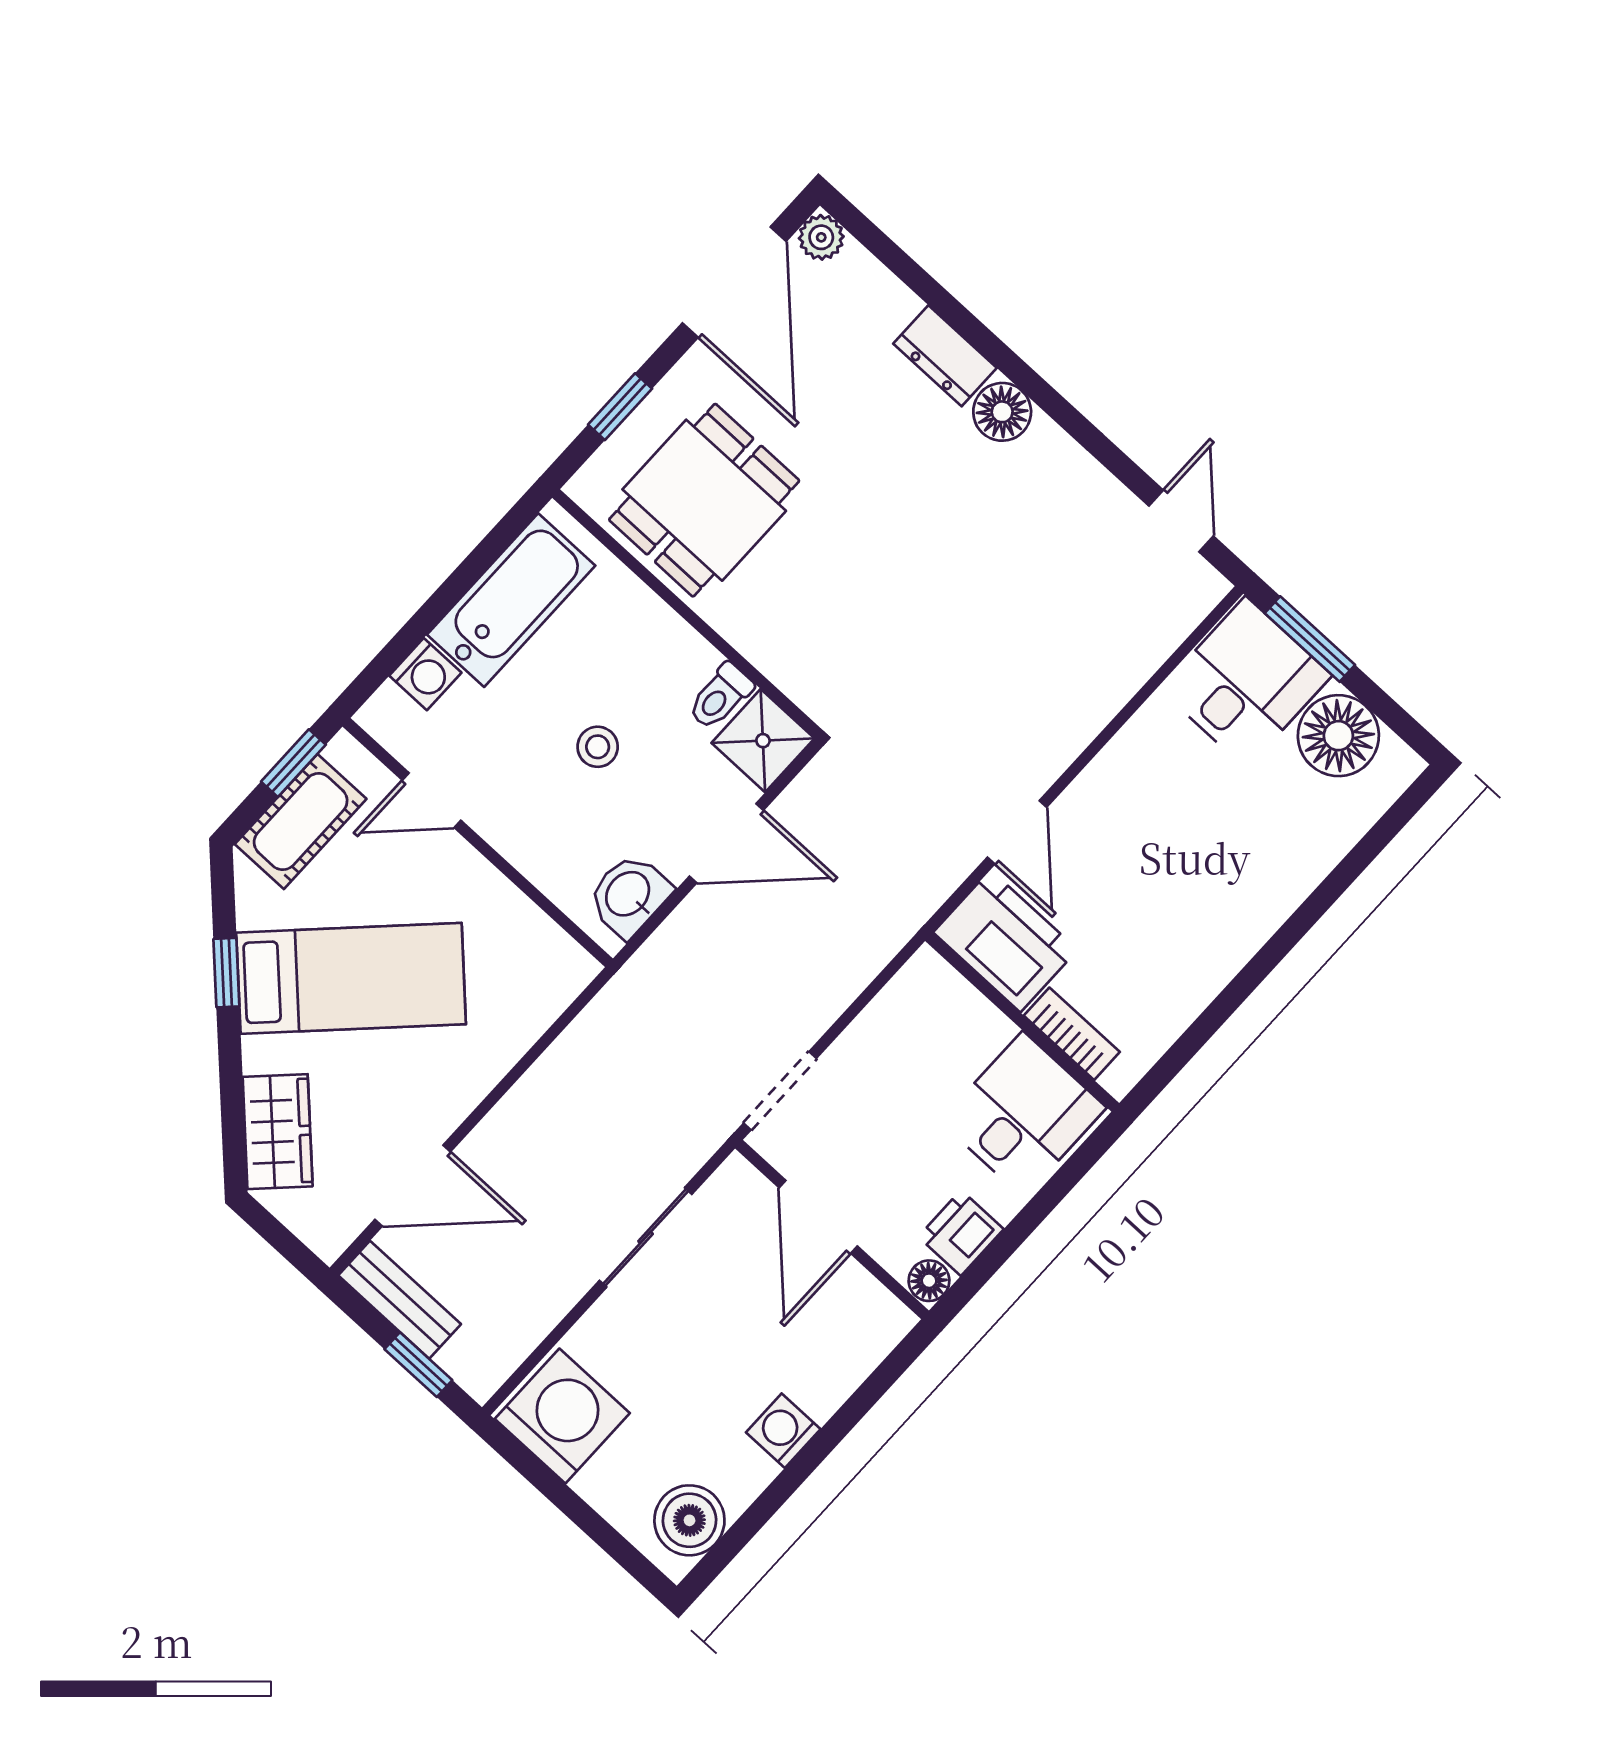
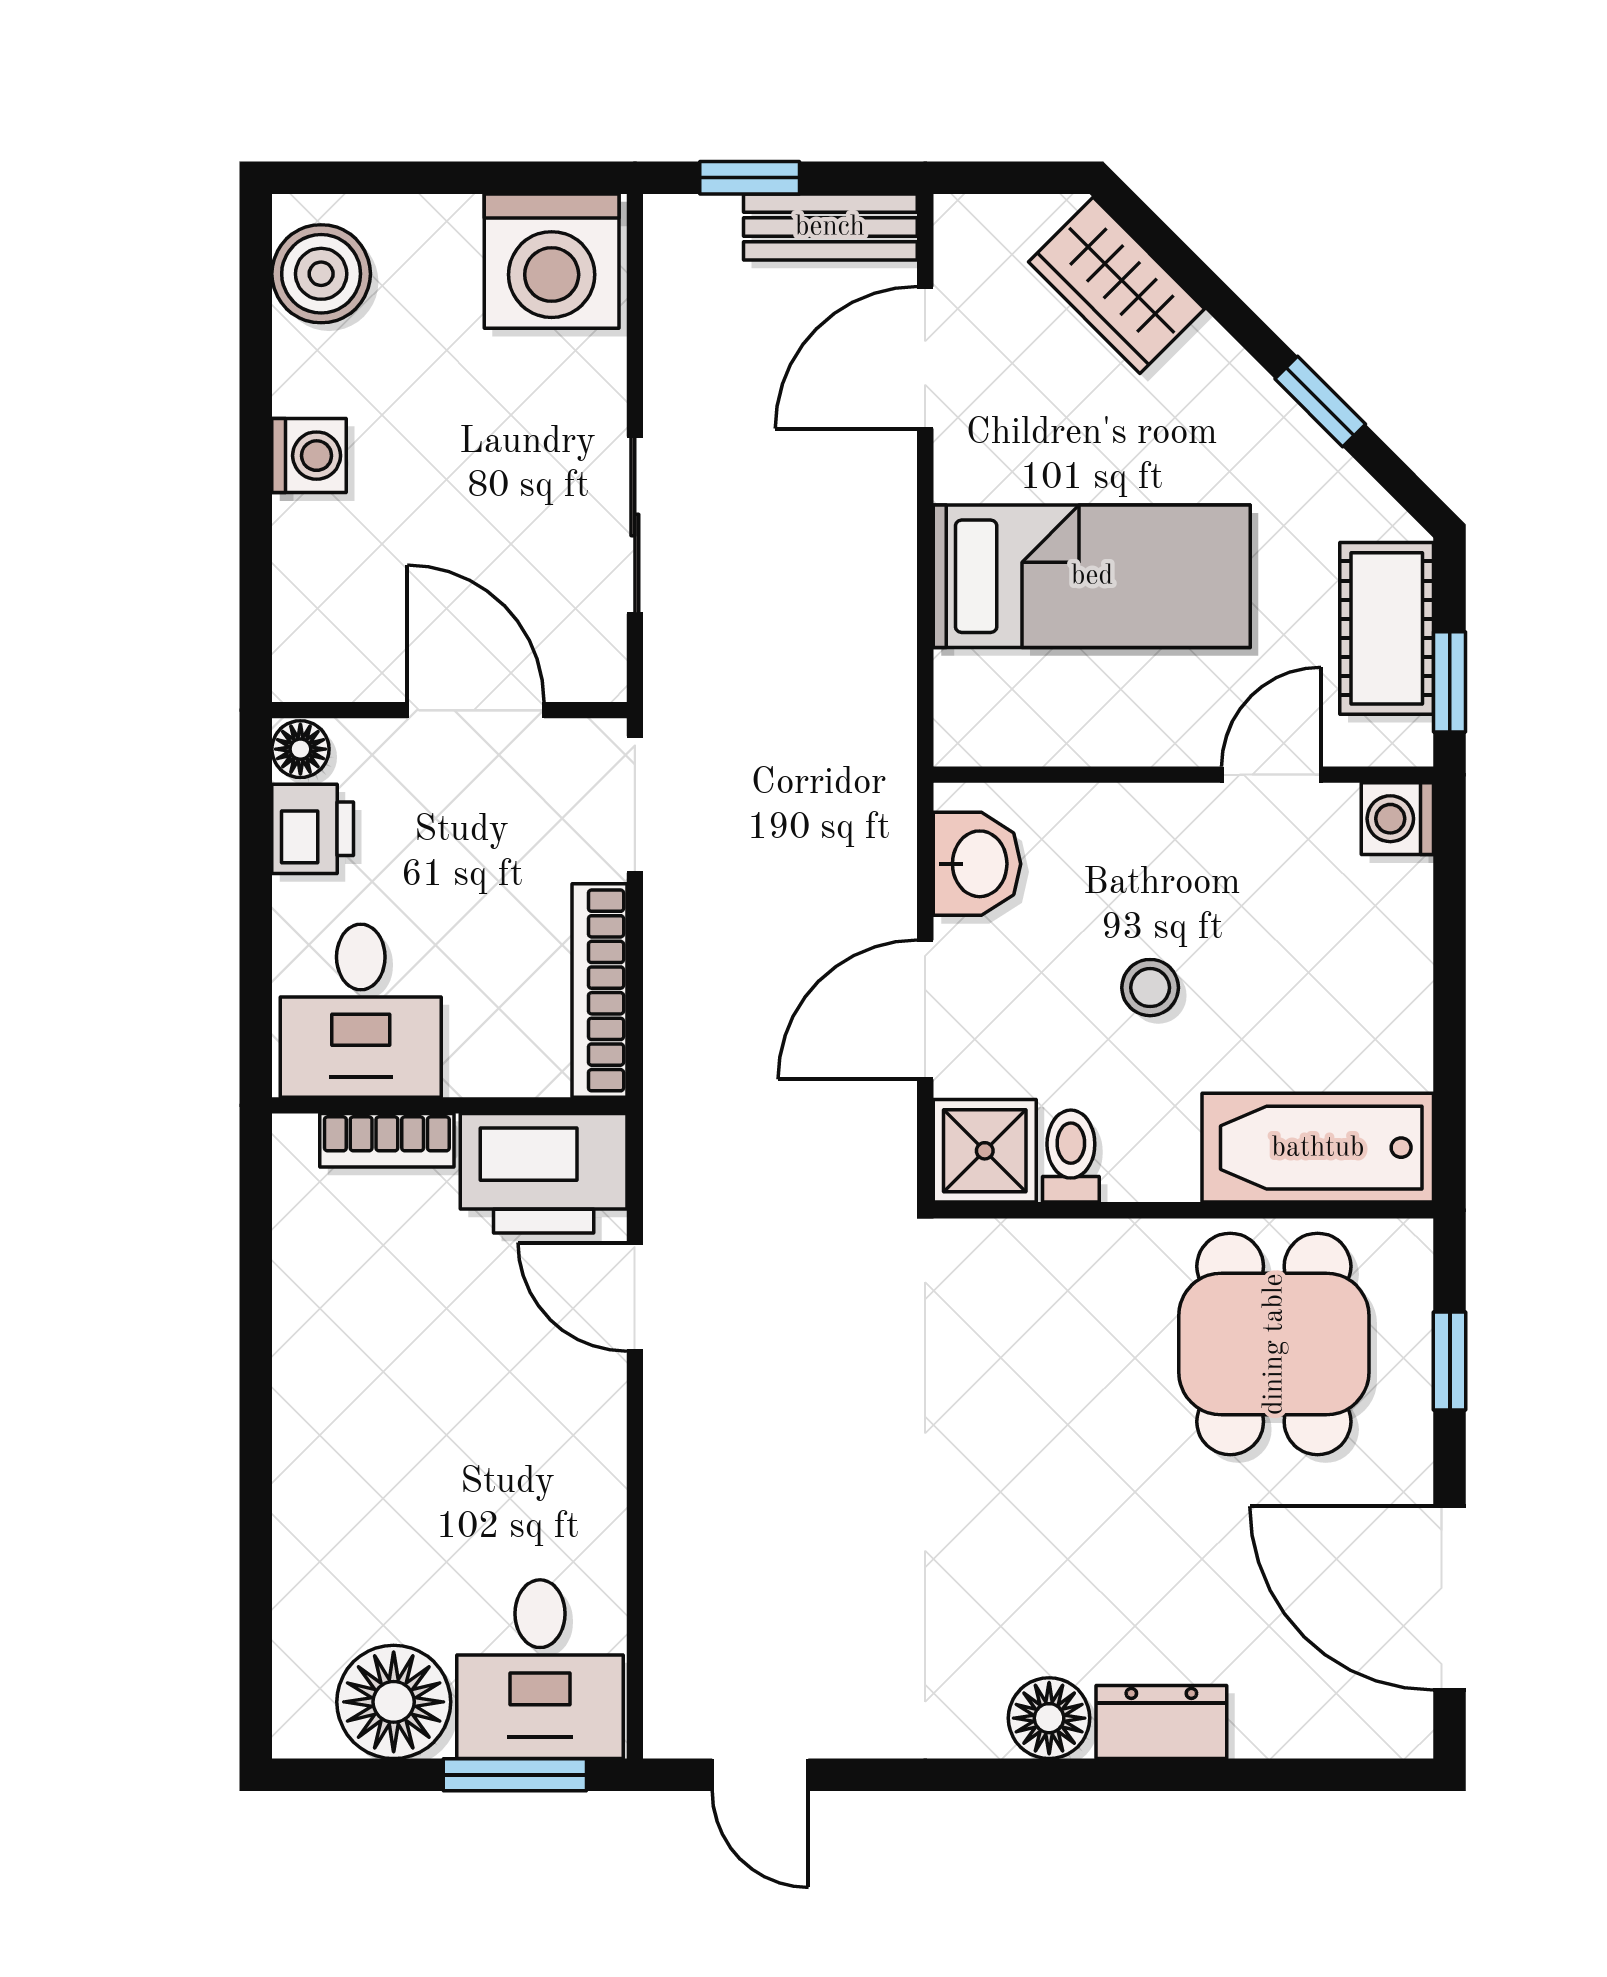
plant: (821, 237) -> (1402, 1727), removed
bathtub: (511, 600) -> (1318, 1148), moved, turned 90
washing machine: (425, 674) -> (1397, 819), moved
bed: (351, 978) -> (1092, 576), moved, turned -135
bookcase: (888, 1010) -> (599, 990), added

